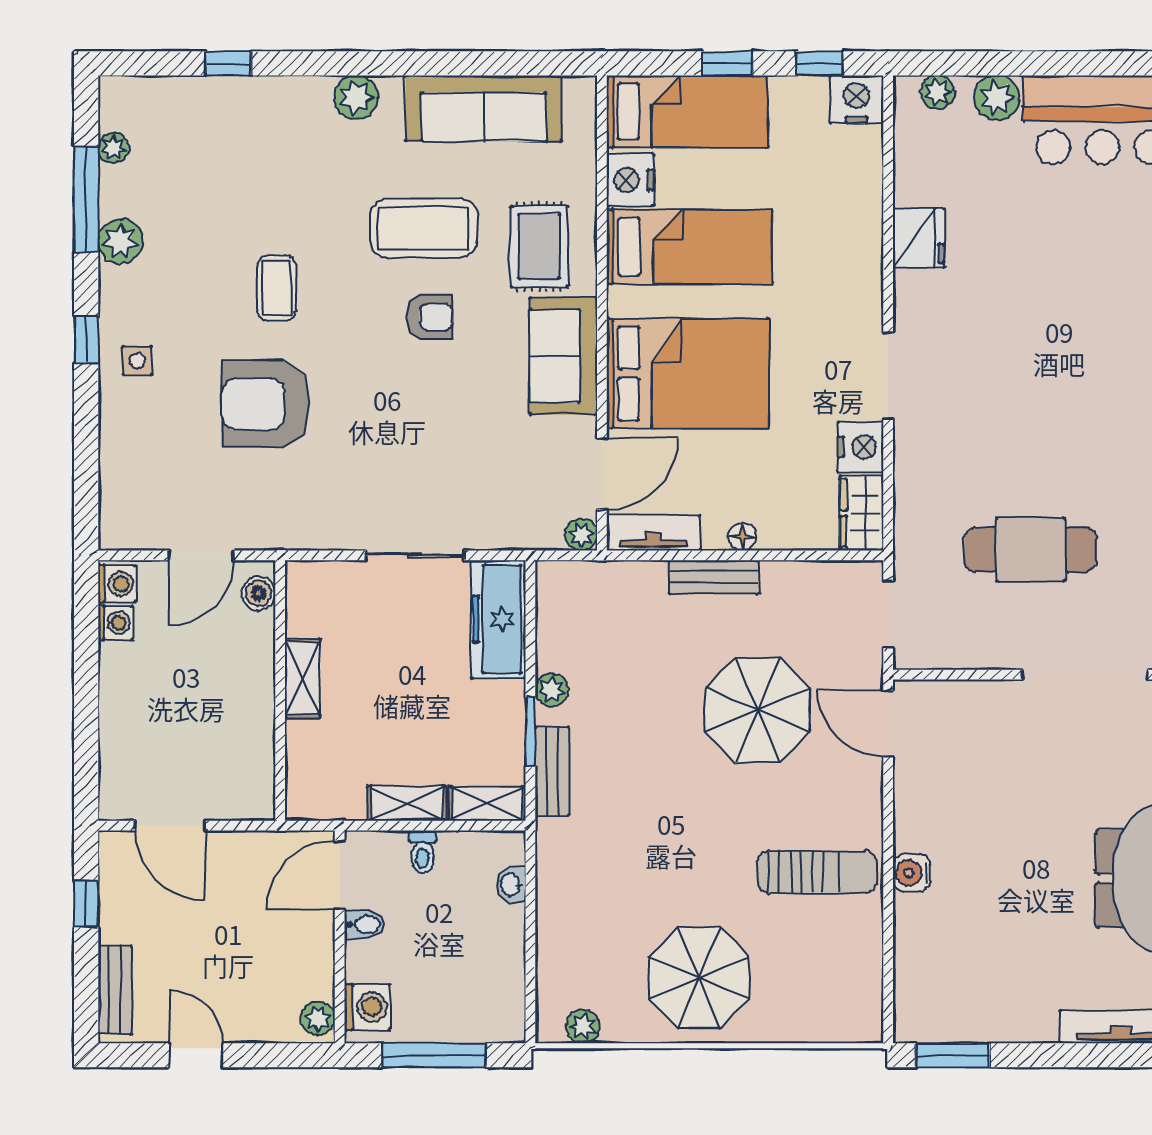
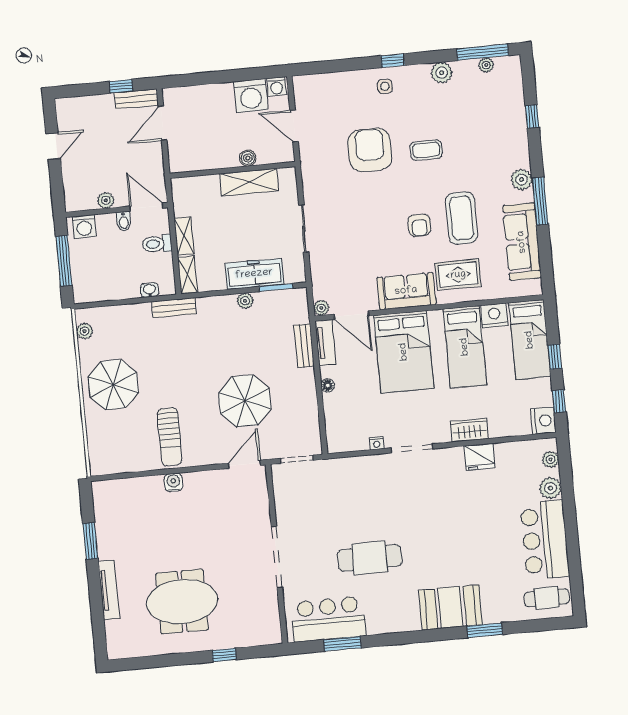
window: (404, 63) -> (540, 201), added
window: (86, 199) -> (483, 52), moved
nightstand: (860, 447) -> (377, 443), width x0.53, depth x0.56
wardrobe: (862, 513) -> (469, 430), moved
cafe table: (1031, 550) -> (370, 558), moved, turned 90
bench: (714, 577) -> (304, 346), moved
boiler: (258, 593) -> (248, 158), moved
freezer: (498, 619) -> (254, 274), moved
washing machine: (115, 623) -> (251, 96), width x1.89, depth x1.89
shelving: (302, 678) -> (249, 182), width x1.50, depth x1.33
window: (530, 732) -> (276, 287), moved
bench: (552, 771) -> (174, 308), moved
toilet: (422, 852) -> (157, 244), width x1.37, depth x1.39
bench: (115, 990) -> (136, 99), moved
plant: (318, 1018) -> (106, 200), moved
window: (953, 1055) -> (90, 541), moved

